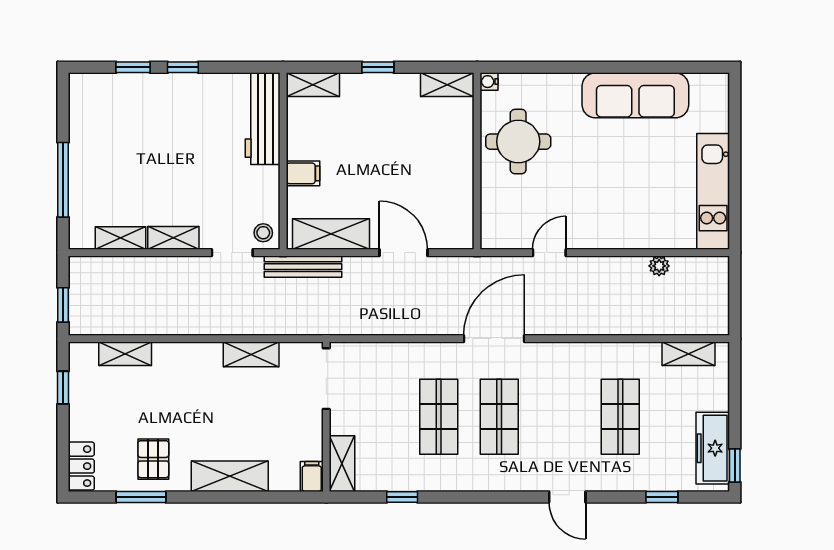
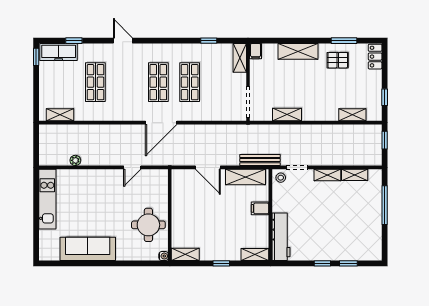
freezer: (713, 448) -> (59, 52), moved, turned 90
pallet: (153, 459) -> (338, 60), turned 90

